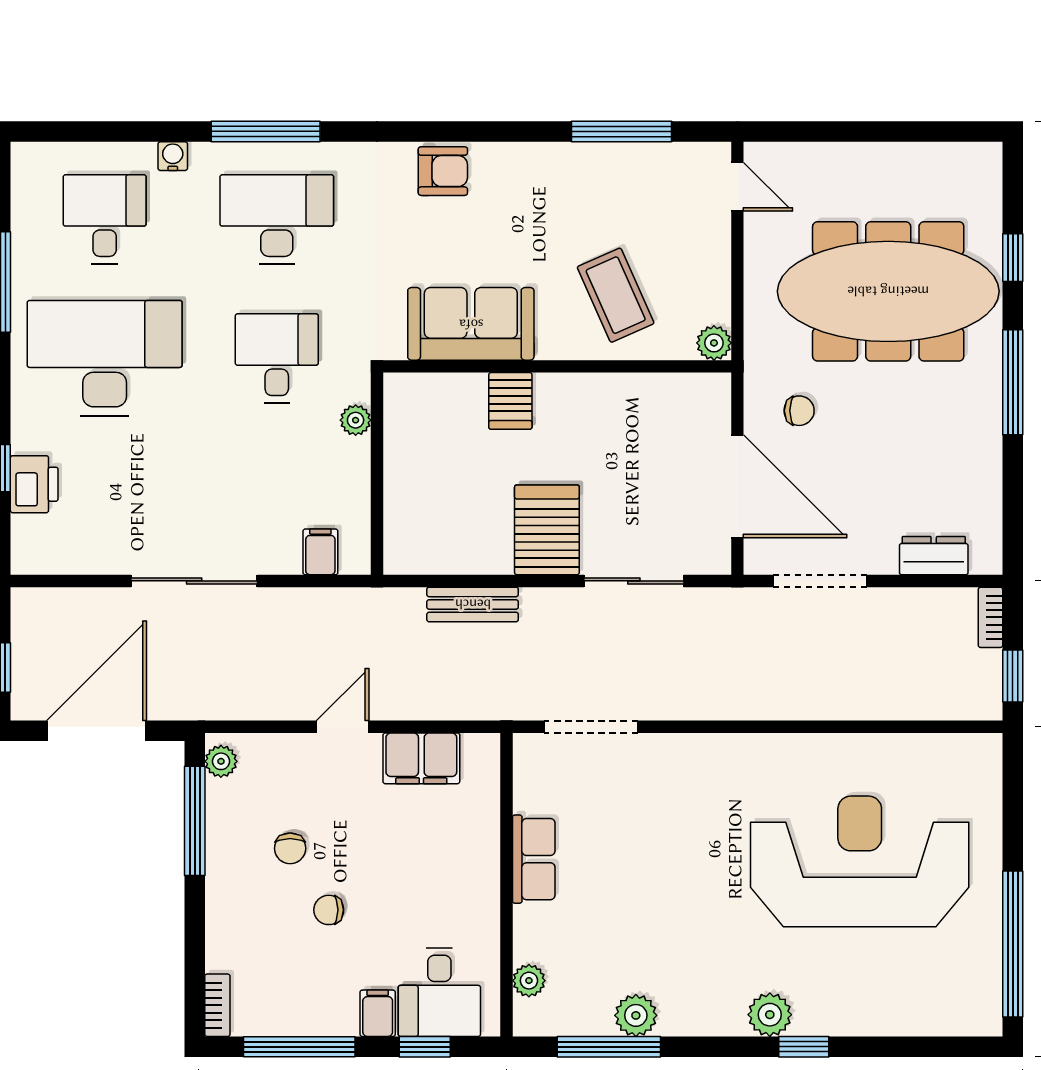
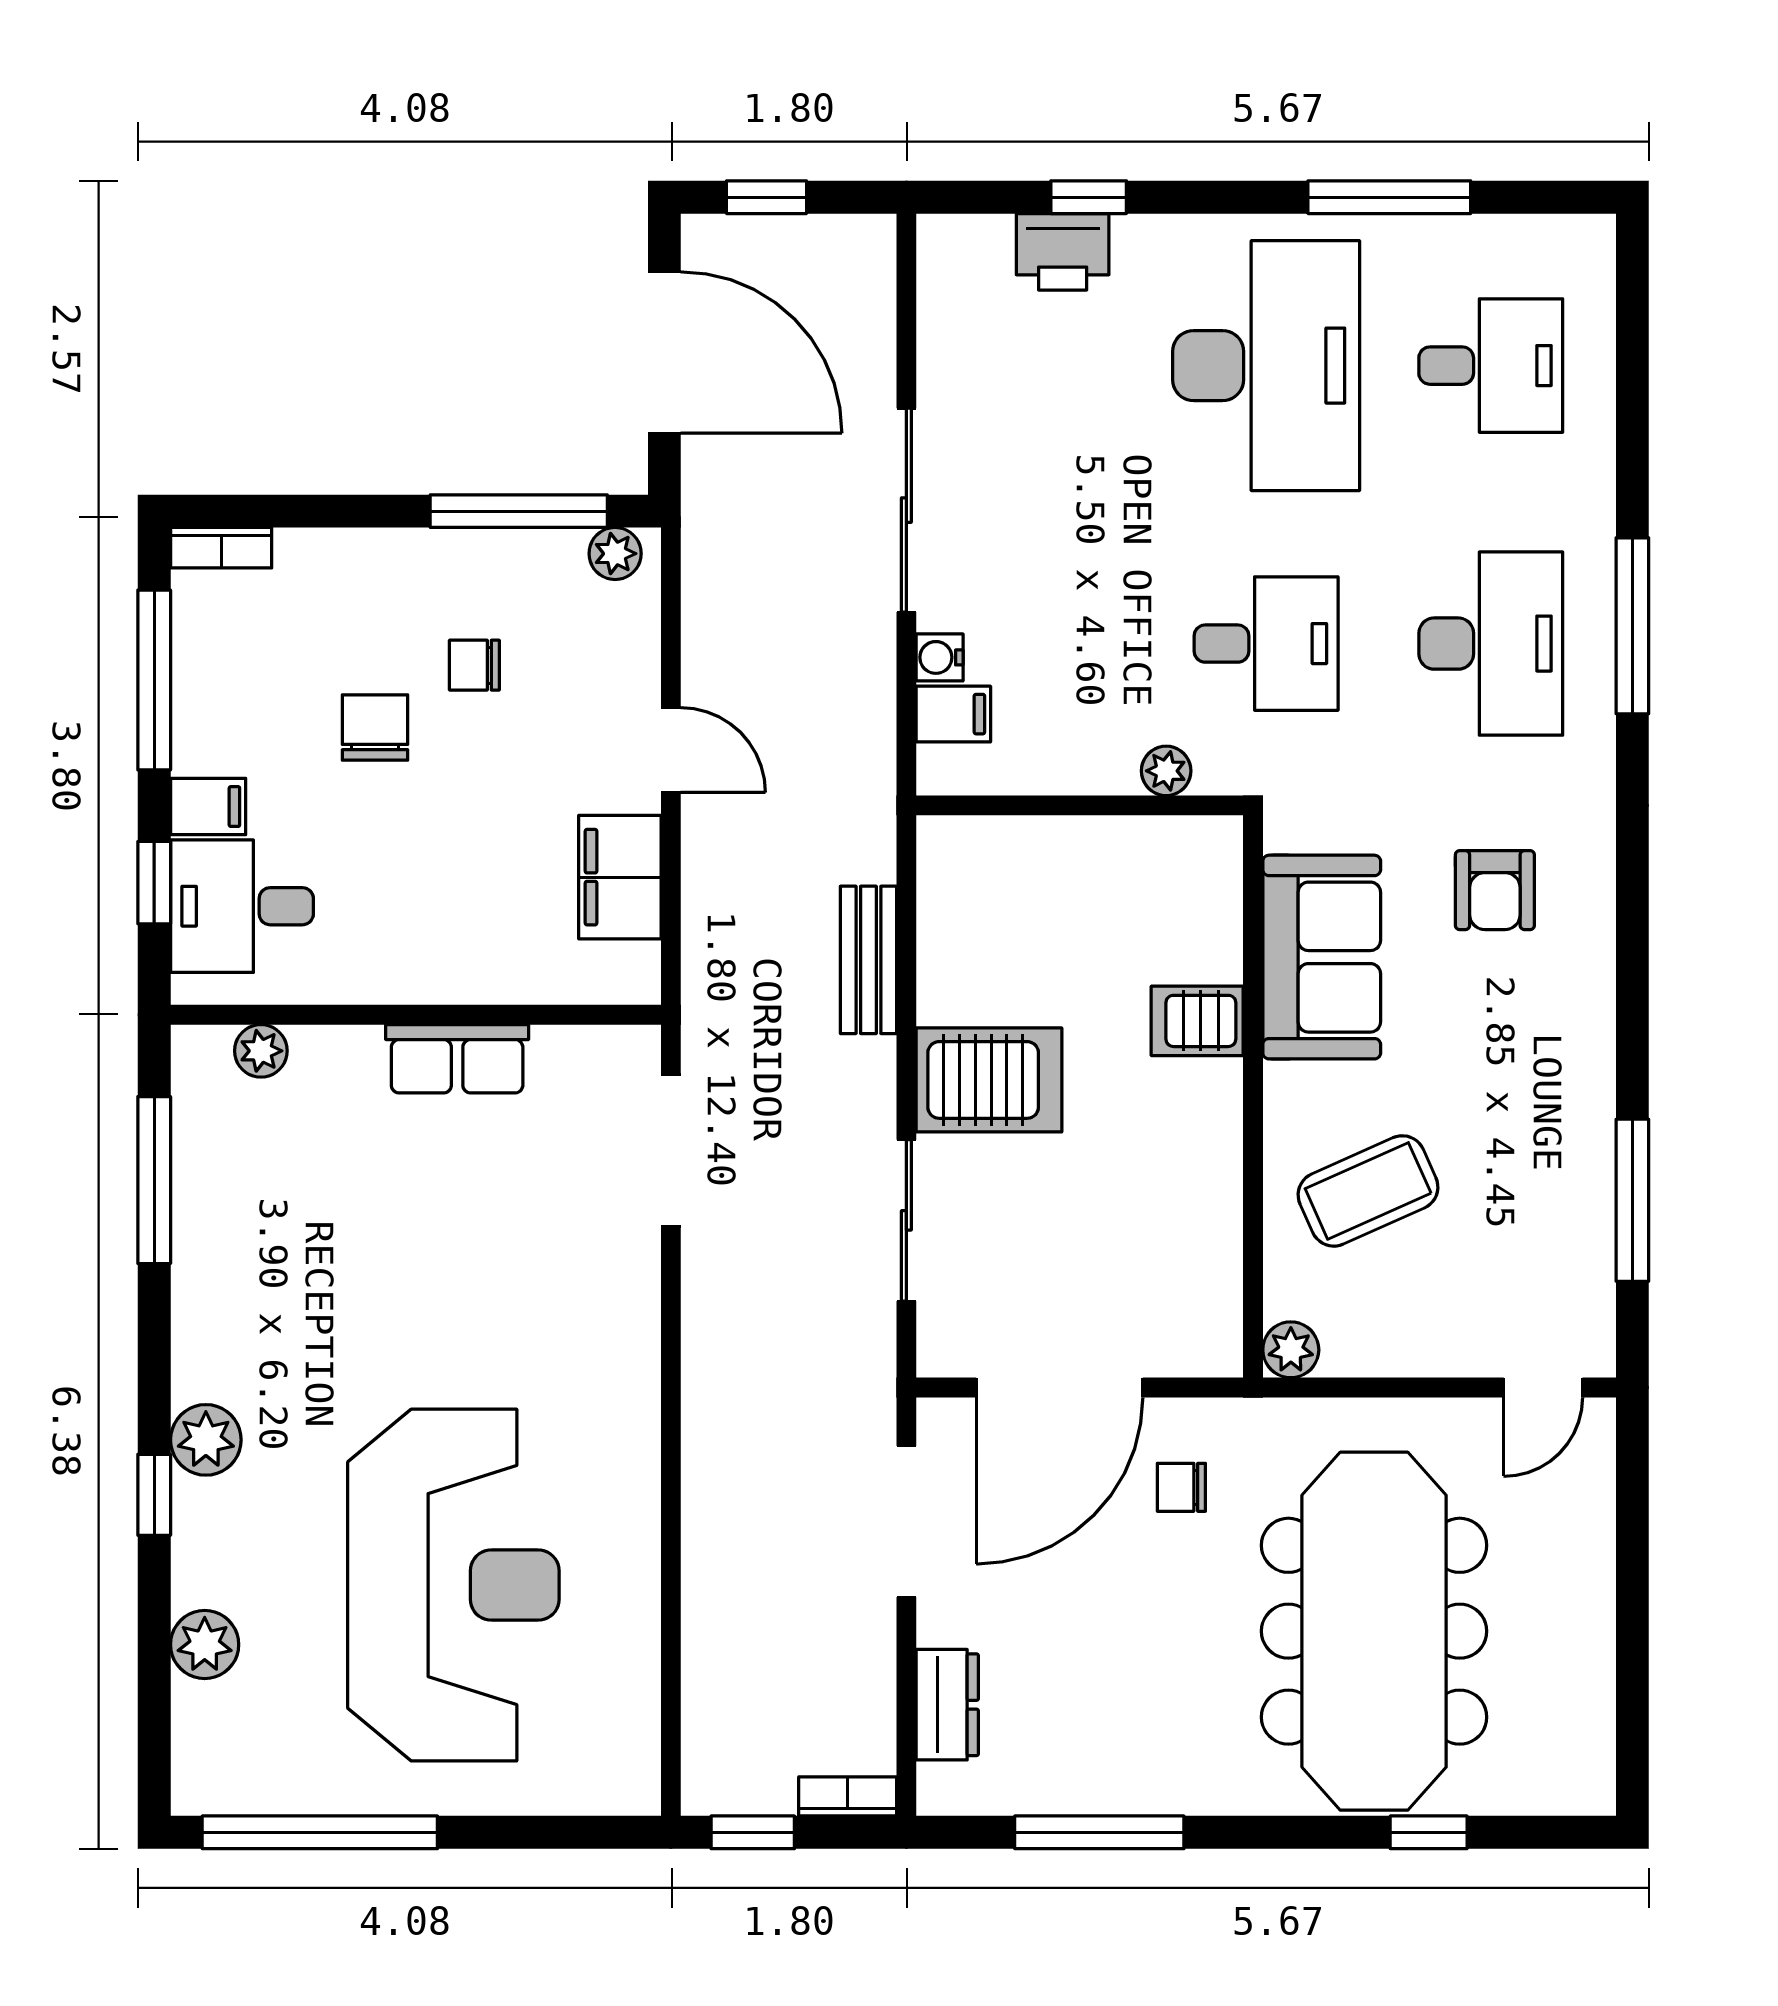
water cooler: (173, 156) -> (940, 657), moved, turned 180
armchair: (443, 171) -> (1495, 890), moved
window: (1013, 382) -> (1099, 1832), moved
chair: (799, 411) -> (1181, 1487), turned 90
chair: (329, 910) -> (375, 727), width x1.37, depth x1.37
plant: (636, 1015) -> (205, 1645), moved

